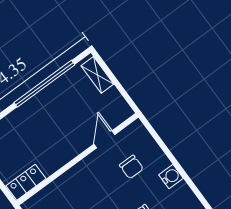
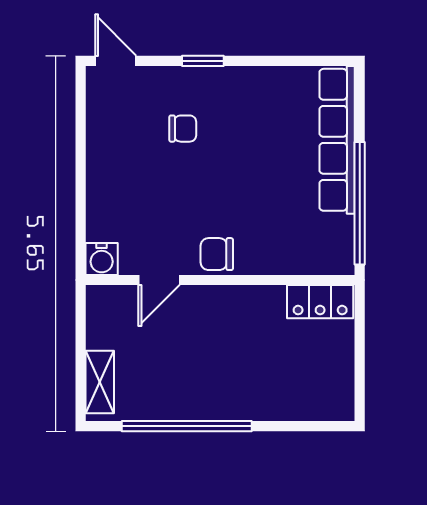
chair: (131, 167) -> (217, 254), moved, turned -90
water cooler: (171, 176) -> (102, 259), moved, turned -90

